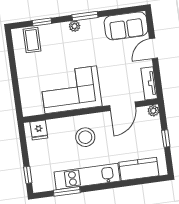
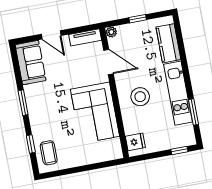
plant: (75, 26) -> (33, 112), removed
coffee table: (32, 40) -> (49, 153), turned 90

